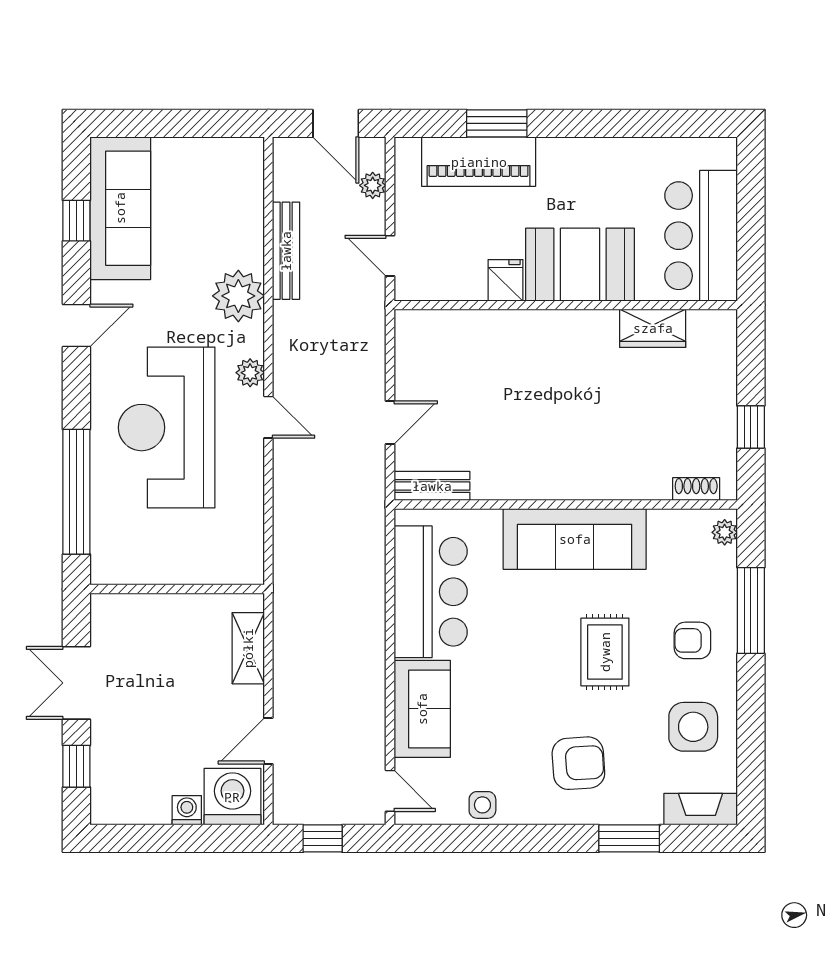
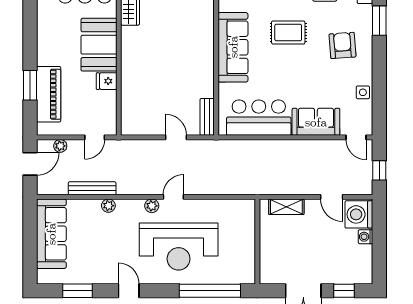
sofa: (120, 208) -> (51, 234), moved, turned 90
window: (76, 221) -> (78, 291), width x1.50
plant: (238, 296) -> (108, 206), width x0.53, depth x0.53
door: (390, 791) -> (356, 137), swing flipped

